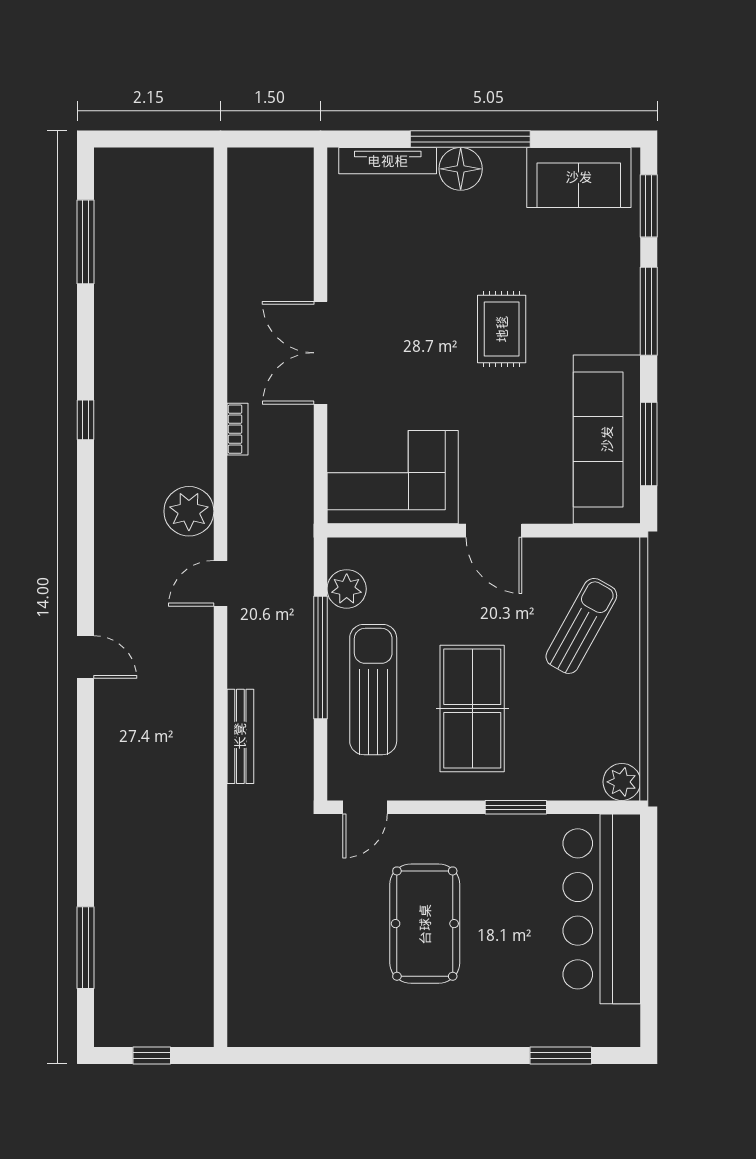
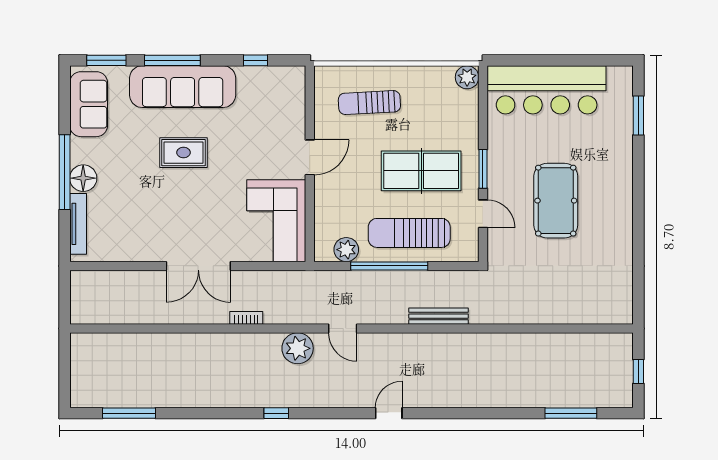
window: (85, 420) -> (276, 413), moved
sofa: (607, 439) -> (183, 87), moved
window: (649, 444) -> (255, 60), width x0.46
sun lounger: (581, 626) -> (369, 103), turned -32
door: (365, 807) -> (483, 214), moved
window: (516, 807) -> (483, 169), moved
pool table: (425, 924) -> (556, 201), turned 90

